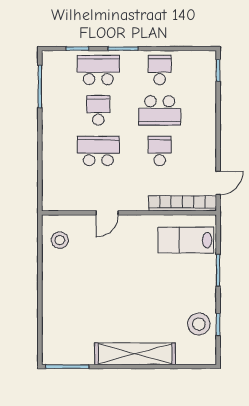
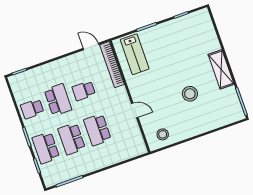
school desk: (98, 110) -> (72, 139), width x1.85
stool: (199, 324) -> (190, 94), moved
shelving: (135, 354) -> (221, 69), width x0.68

